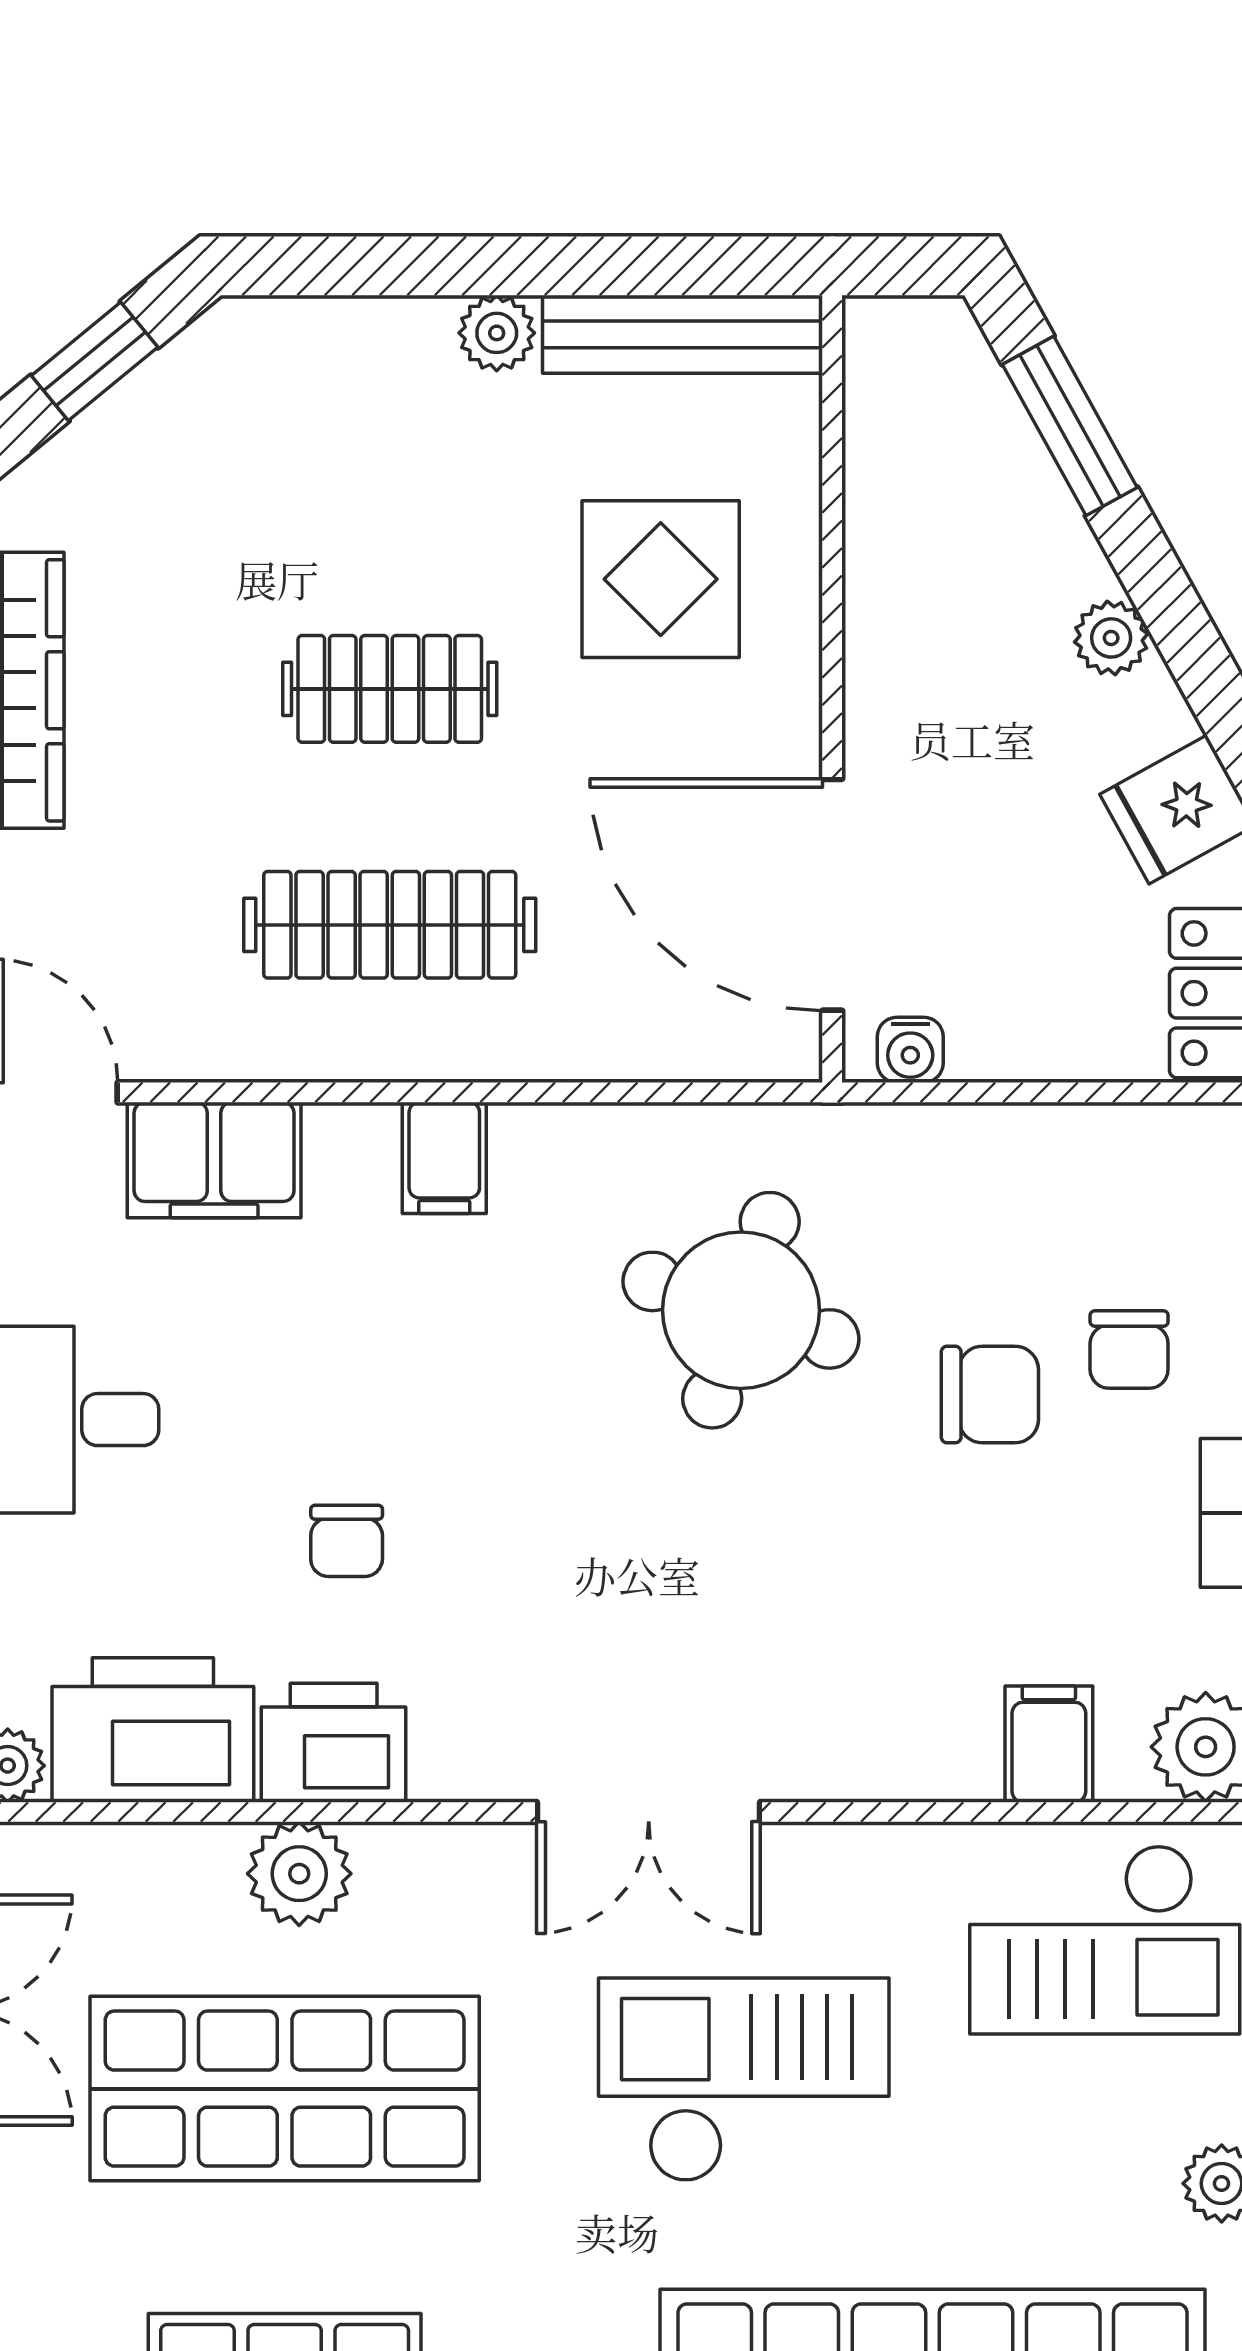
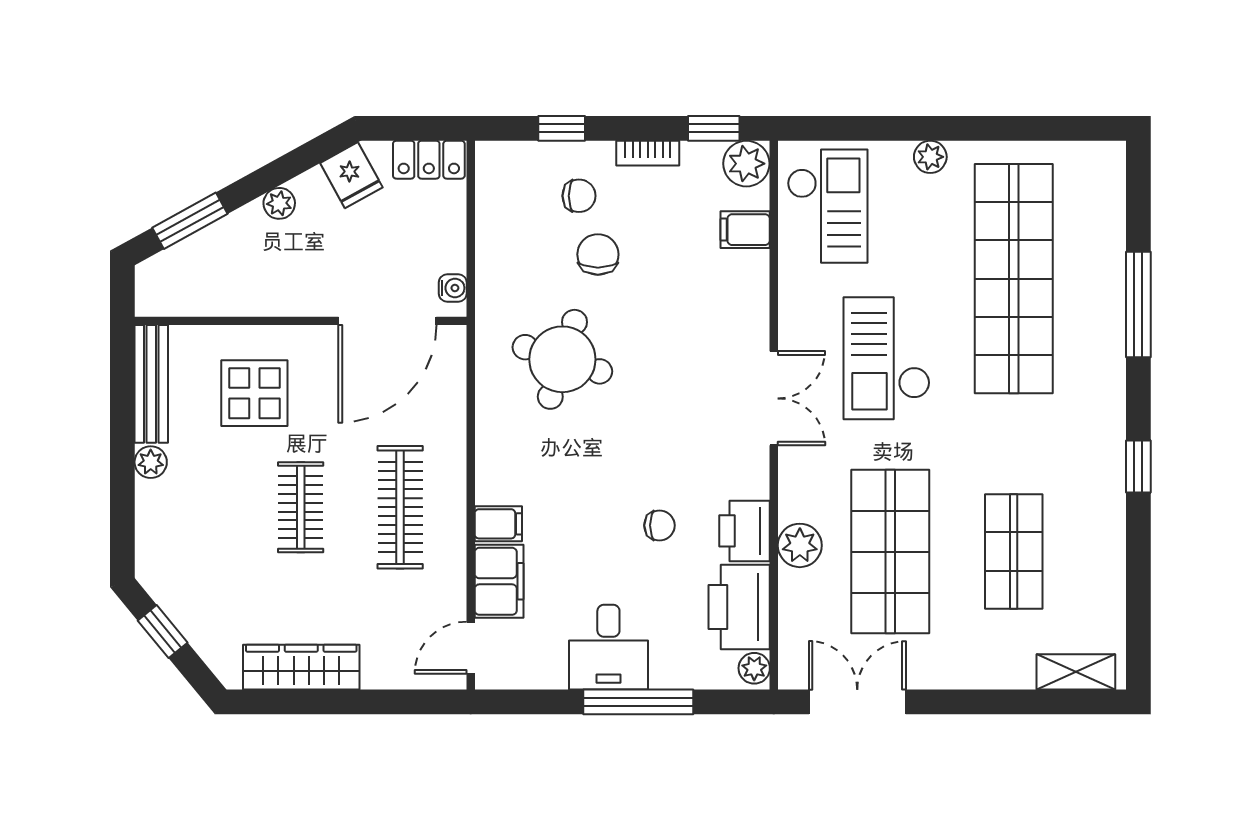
filing cabinet: (444, 1158) -> (498, 524), moved

